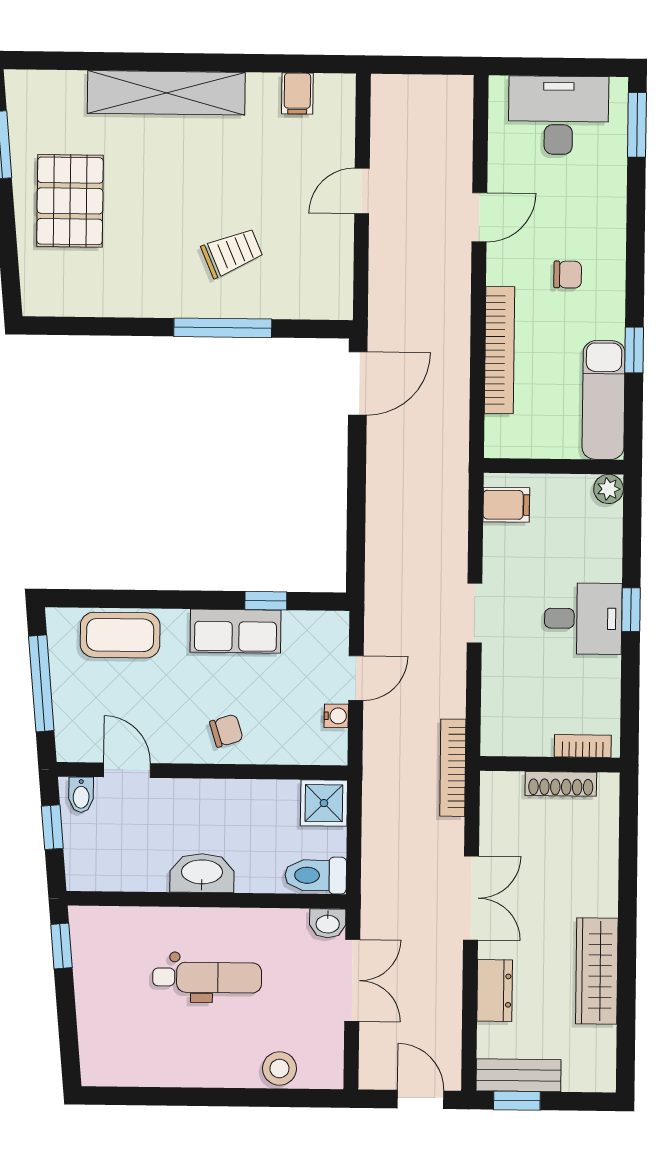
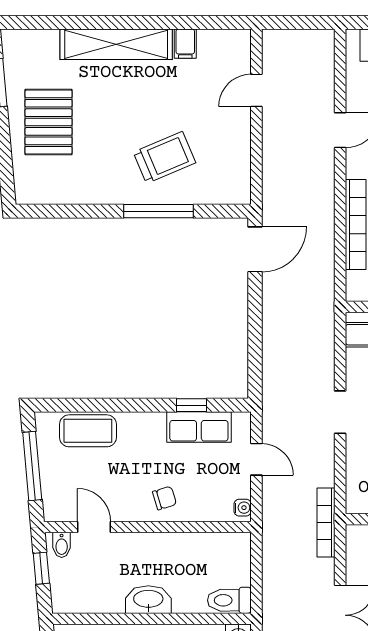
filing cabinet: (297, 94) -> (185, 44), moved
door: (362, 191) -> (256, 90), moved
trolley: (232, 253) -> (164, 157), width x1.36, depth x1.39
row of seats: (236, 631) -> (199, 427), moved
door: (356, 678) -> (256, 459), hinge flipped
water cooler: (336, 716) -> (243, 508), moved
shower: (324, 803) -> (235, 549), removed

